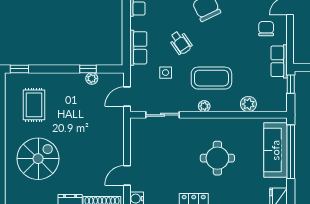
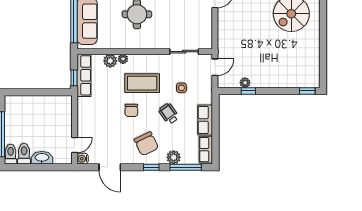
chair: (266, 29) -> (131, 110), moved
row of seats: (138, 48) -> (205, 120), moved
row of seats: (279, 61) -> (84, 75), moved, width x1.48
rug: (34, 105) -> (295, 60), removed
plant: (204, 106) -> (123, 59), moved

